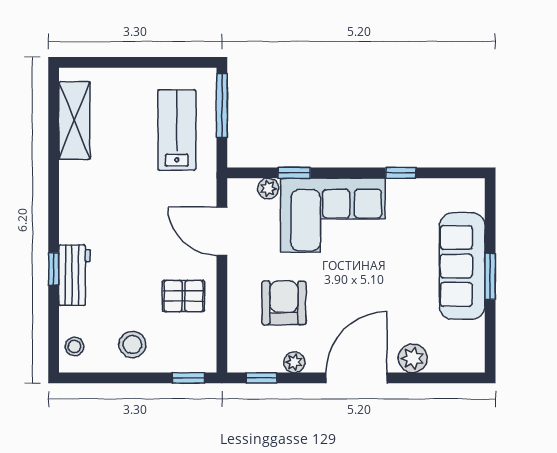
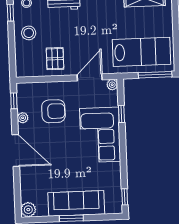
lab bench: (177, 130) -> (142, 52), width x1.36, depth x1.39
window: (401, 173) -> (125, 197), moved
plant: (268, 188) -> (112, 85), moved
plant: (413, 358) -> (28, 210), moved
window: (189, 378) -> (10, 13), moved

